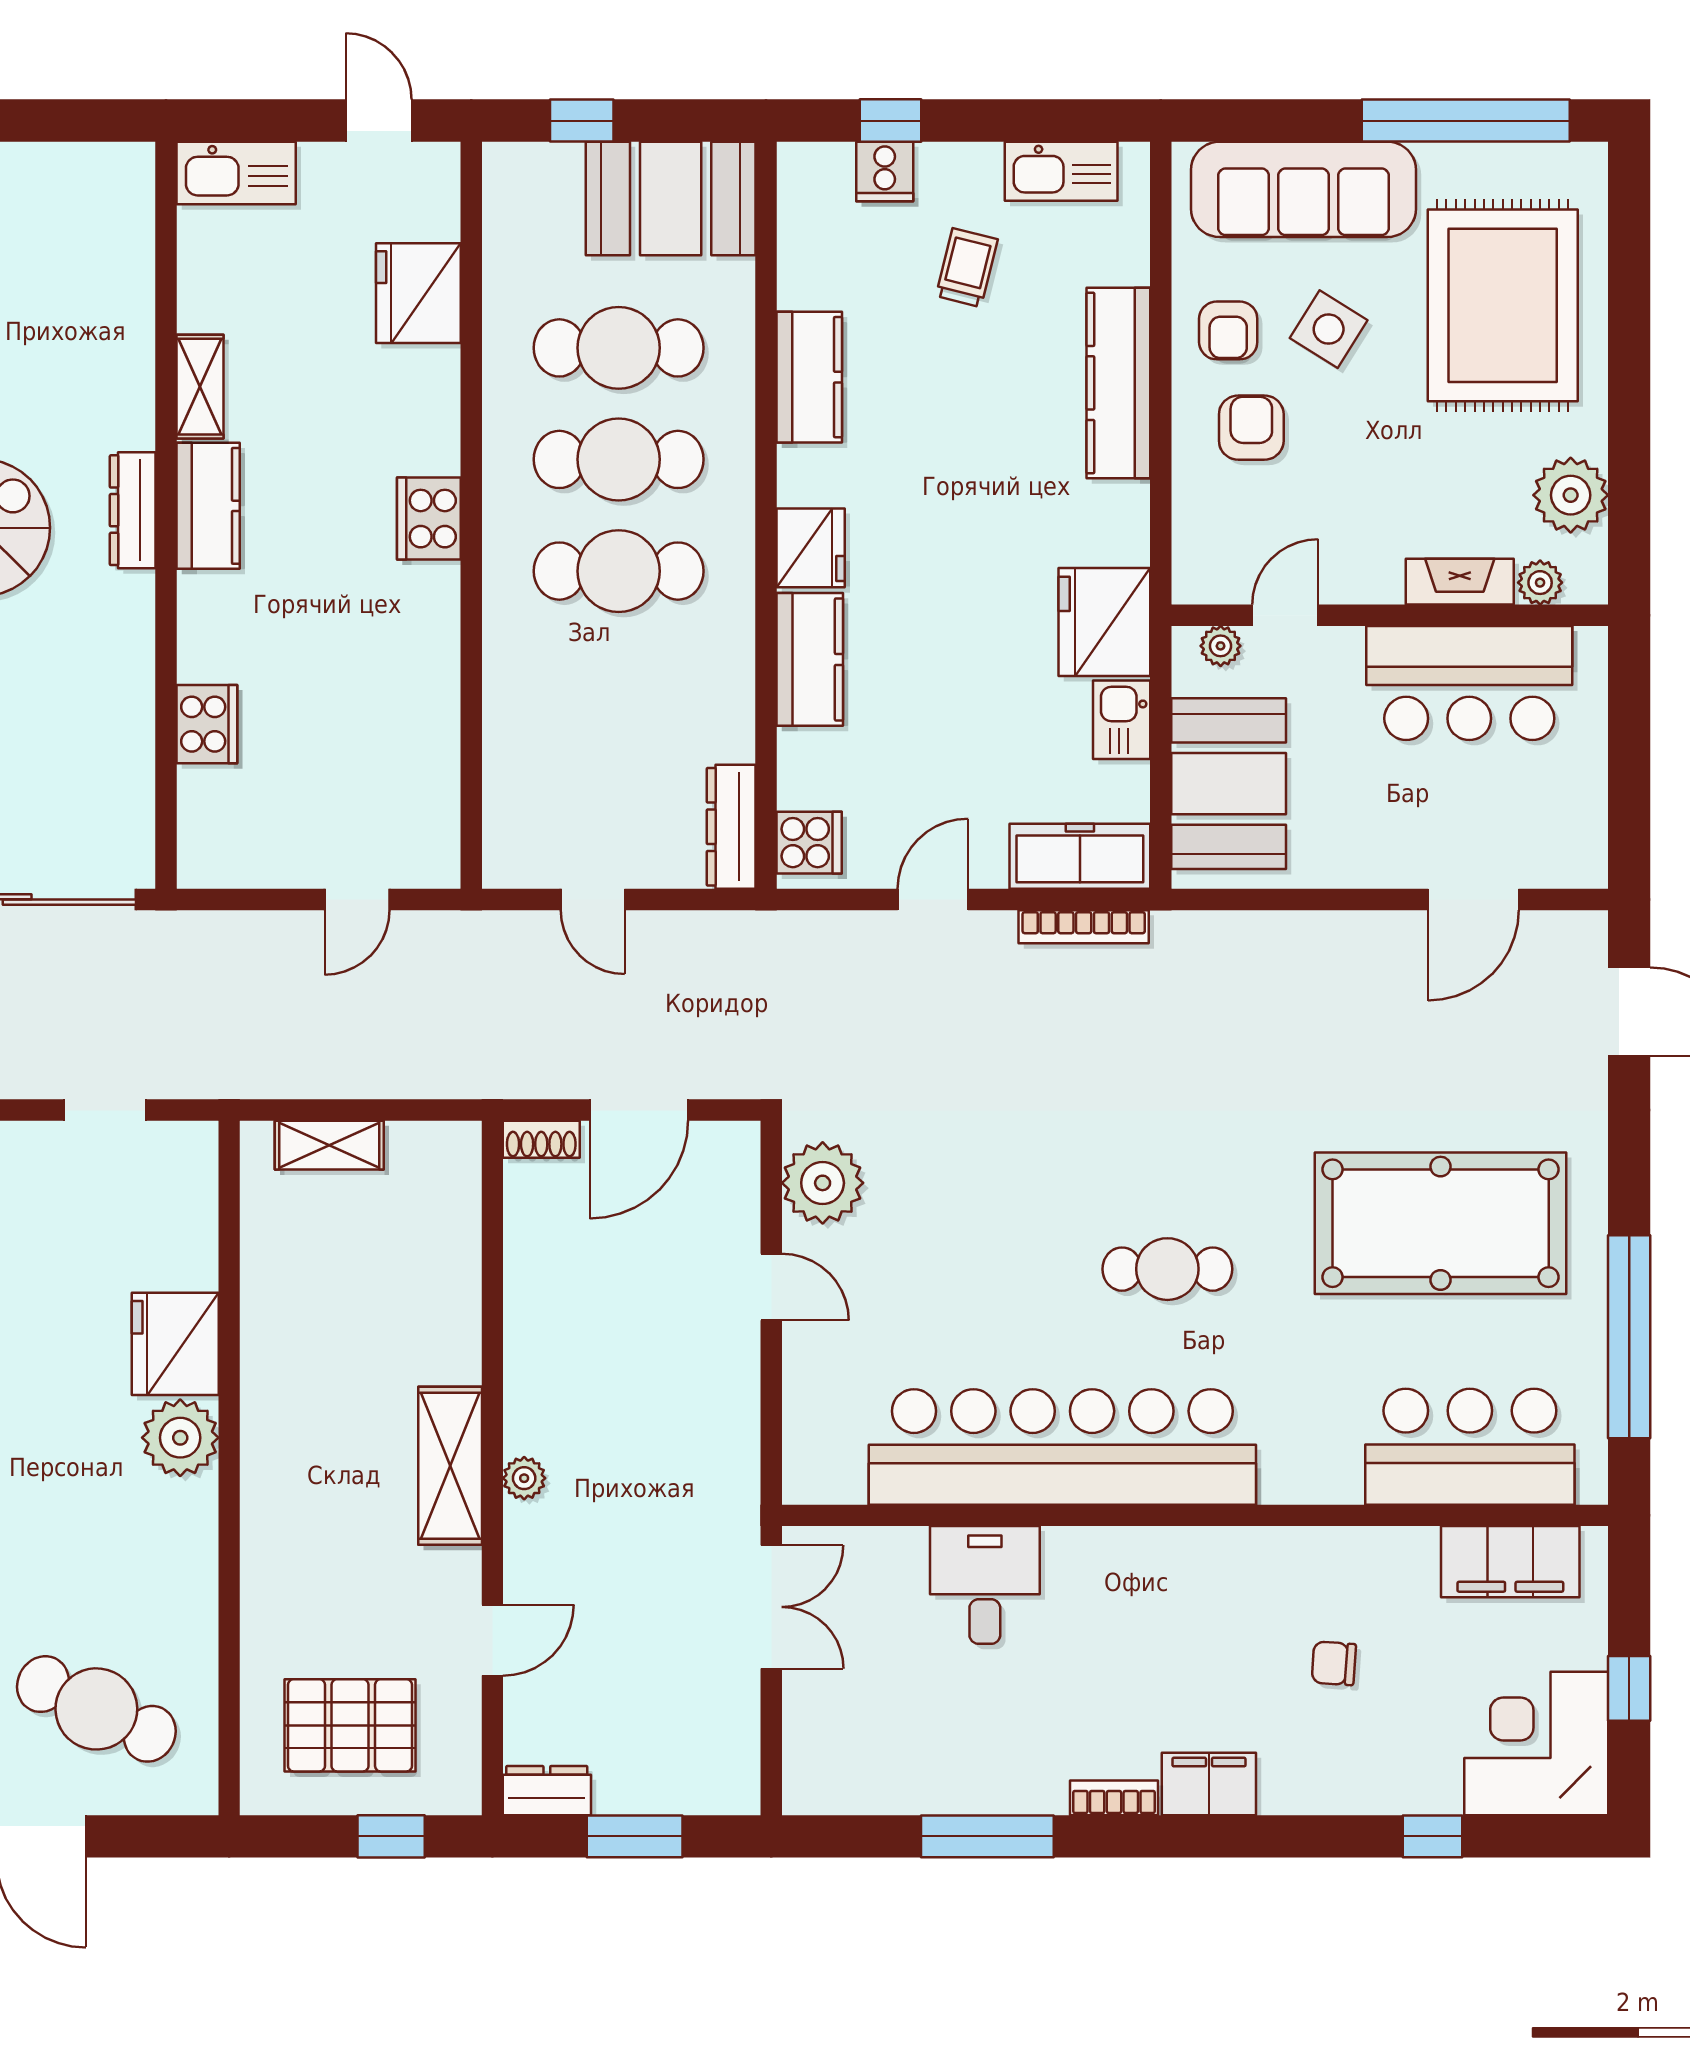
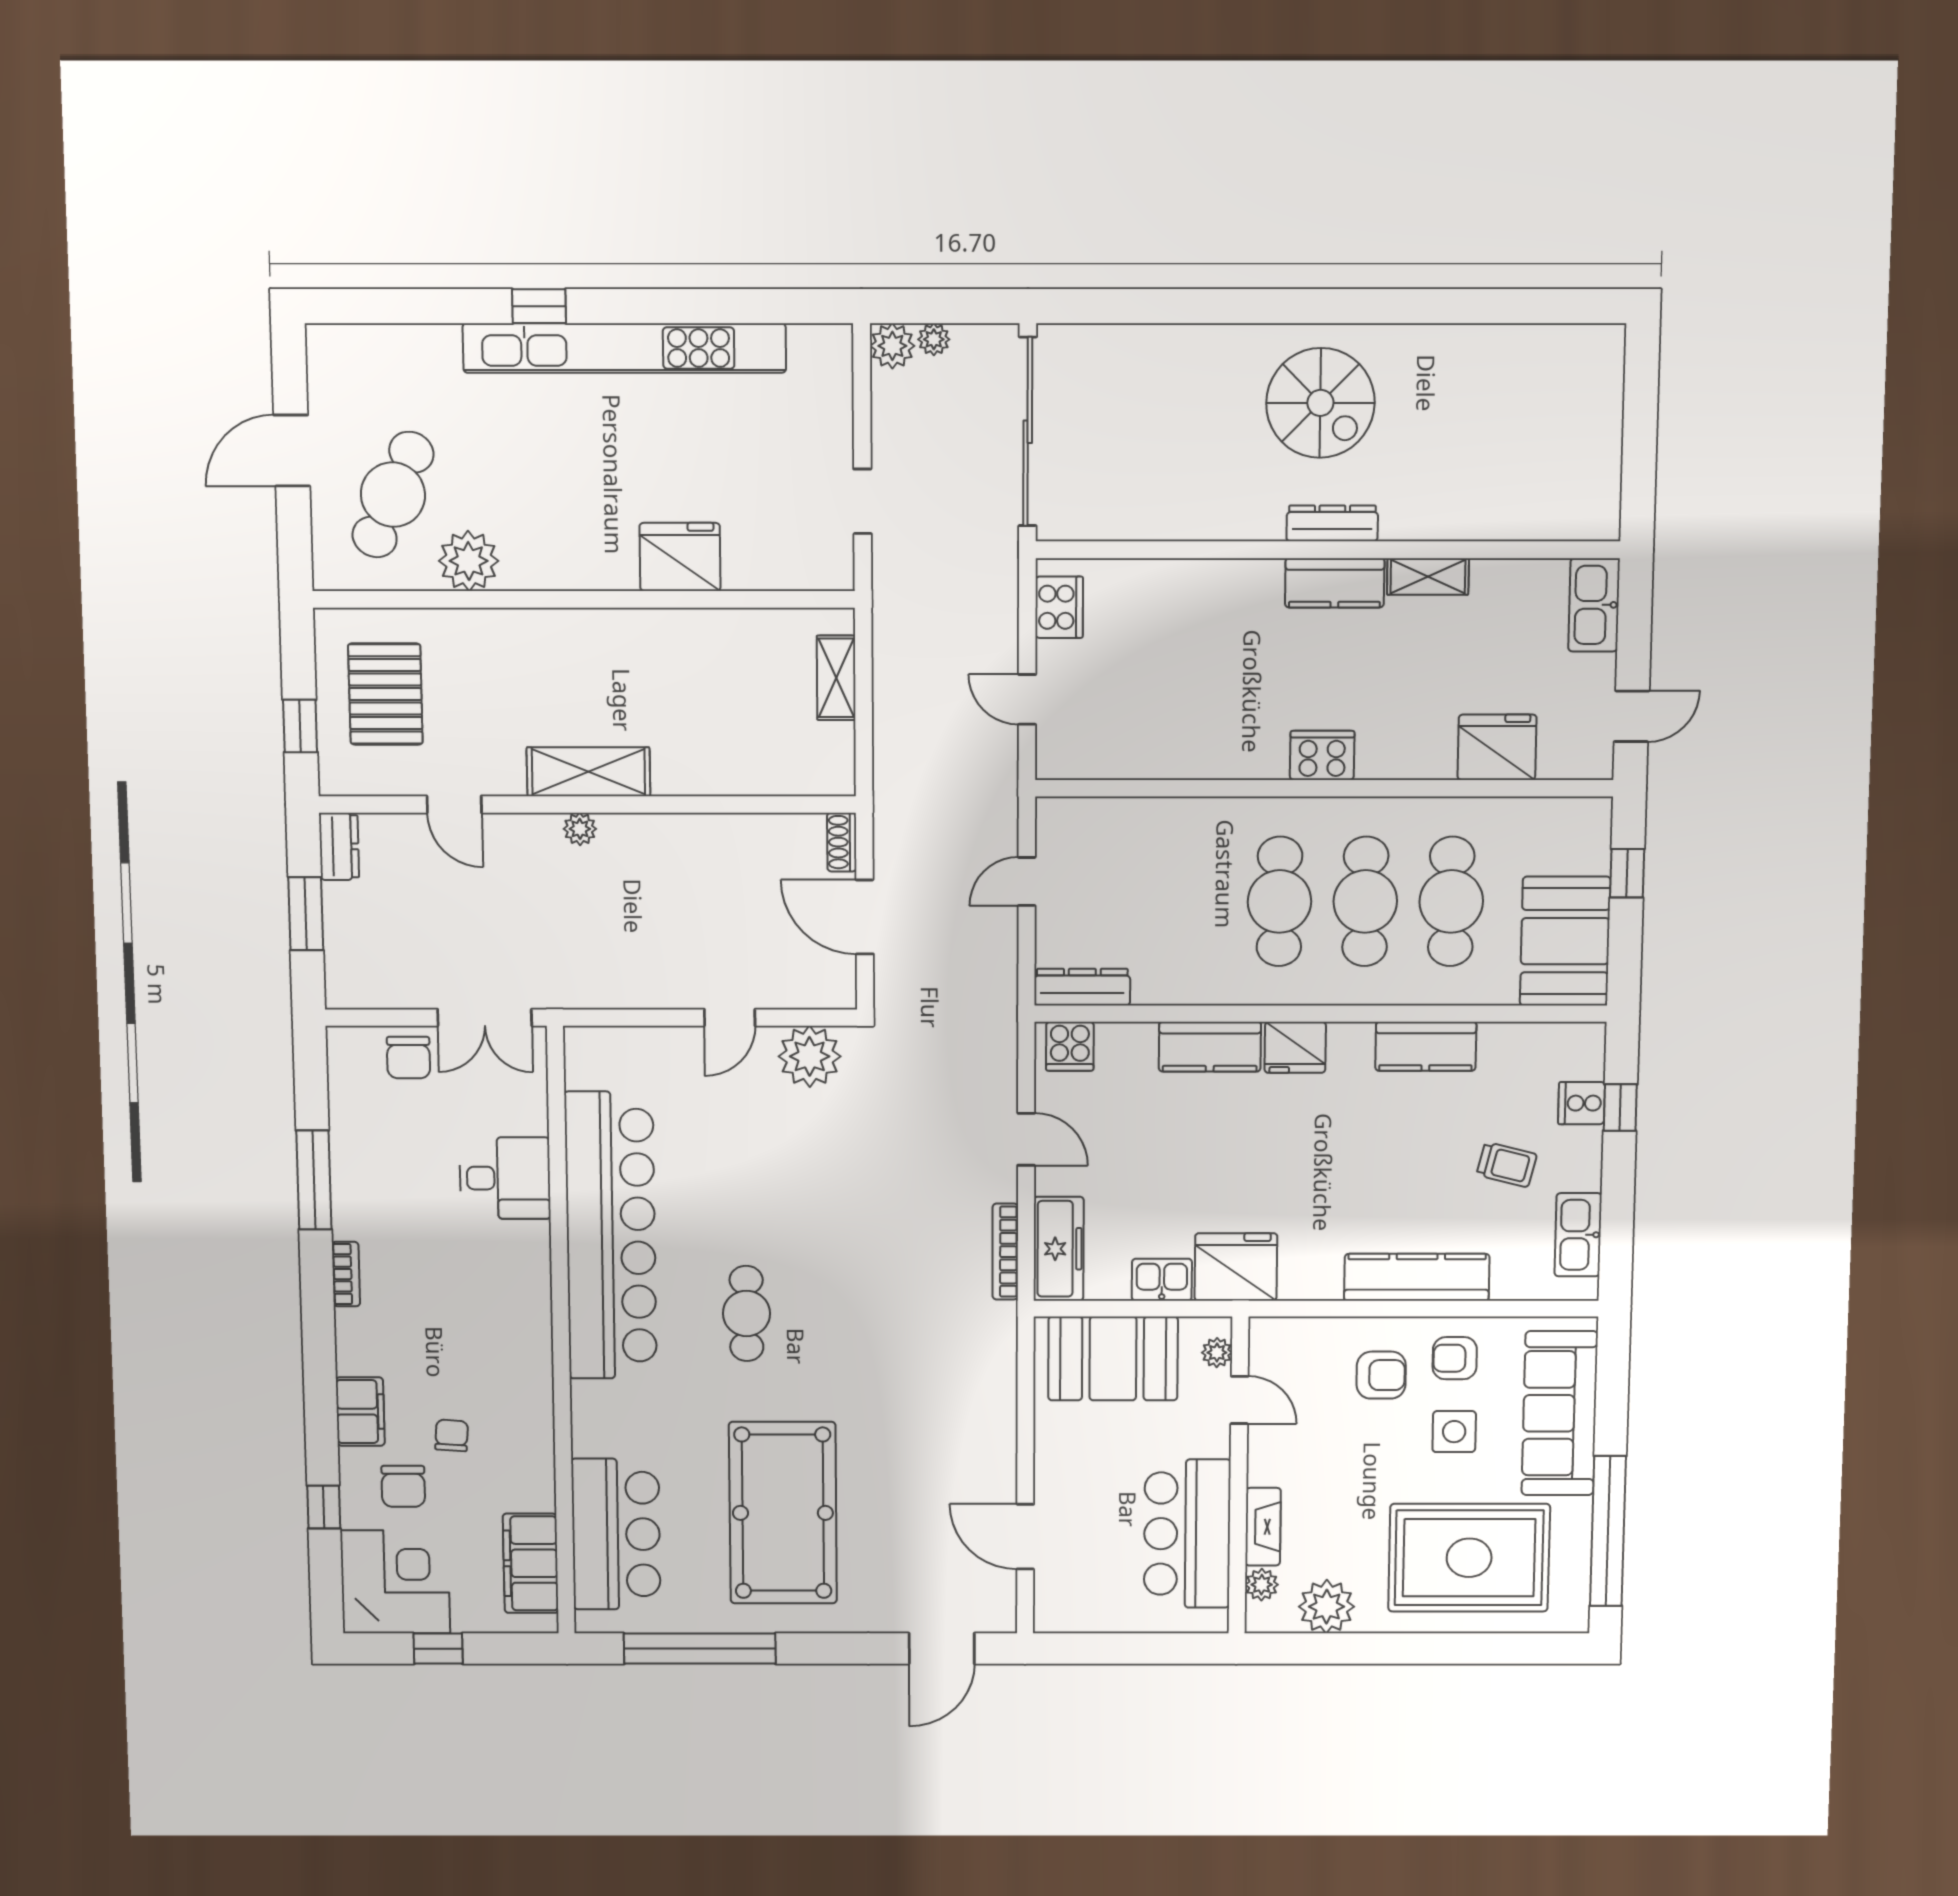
side table: (1329, 329) -> (1454, 1432), turned -32
cooker: (207, 724) -> (1059, 607), moved, turned -90
plant: (180, 1438) -> (469, 561), moved
chair: (824, 1708) -> (408, 1058), added
chair: (1404, 1729) -> (403, 1486), added
filing cabinet: (1209, 1784) -> (360, 1412), moved

